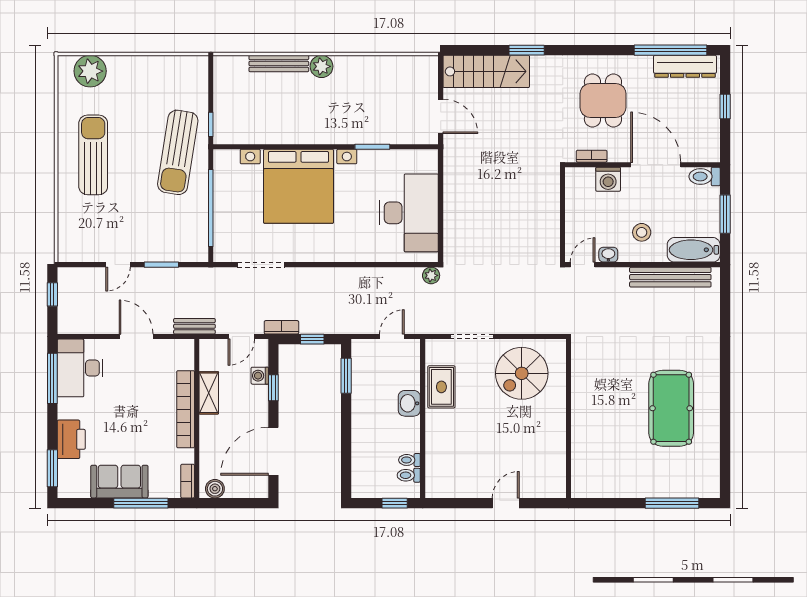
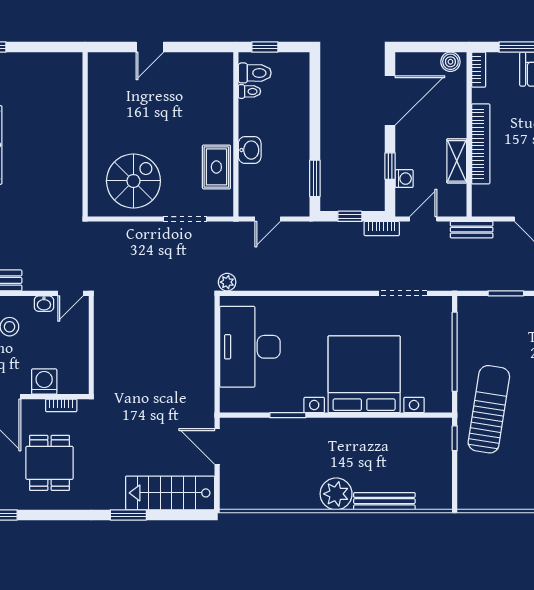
plant: (321, 66) -> (336, 494), width x1.36, depth x1.36
toilet: (409, 475) -> (255, 73), width x1.37, depth x1.39

